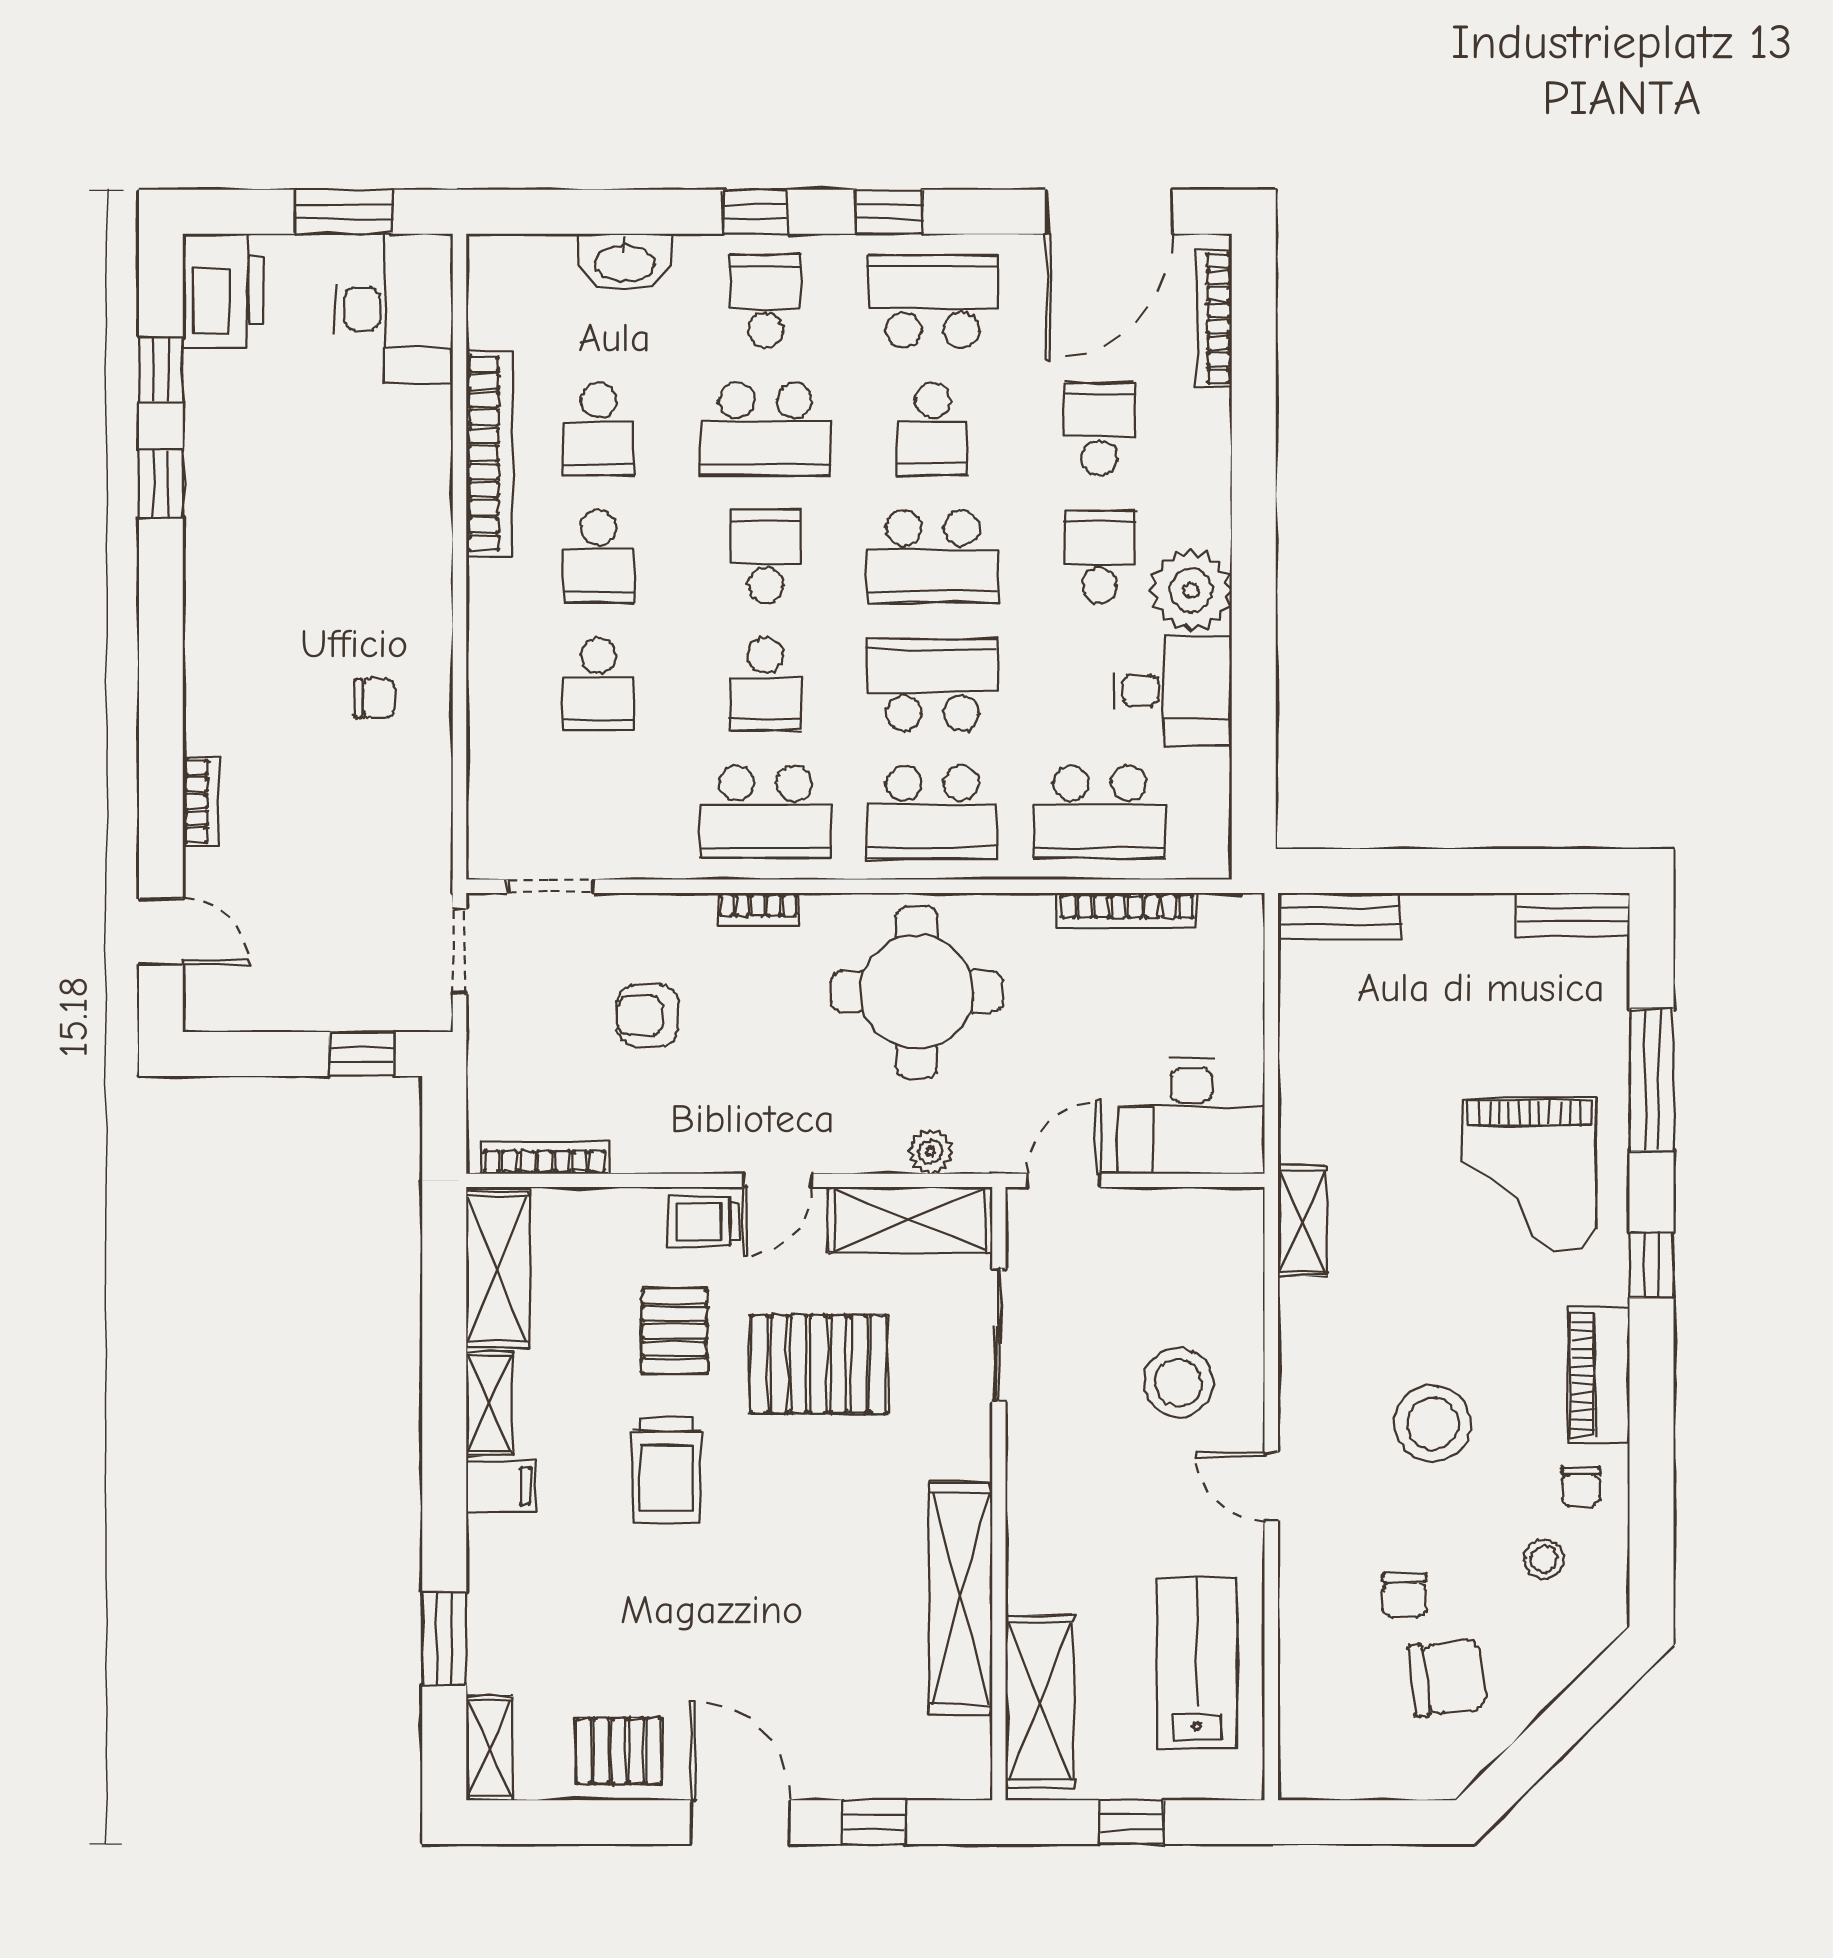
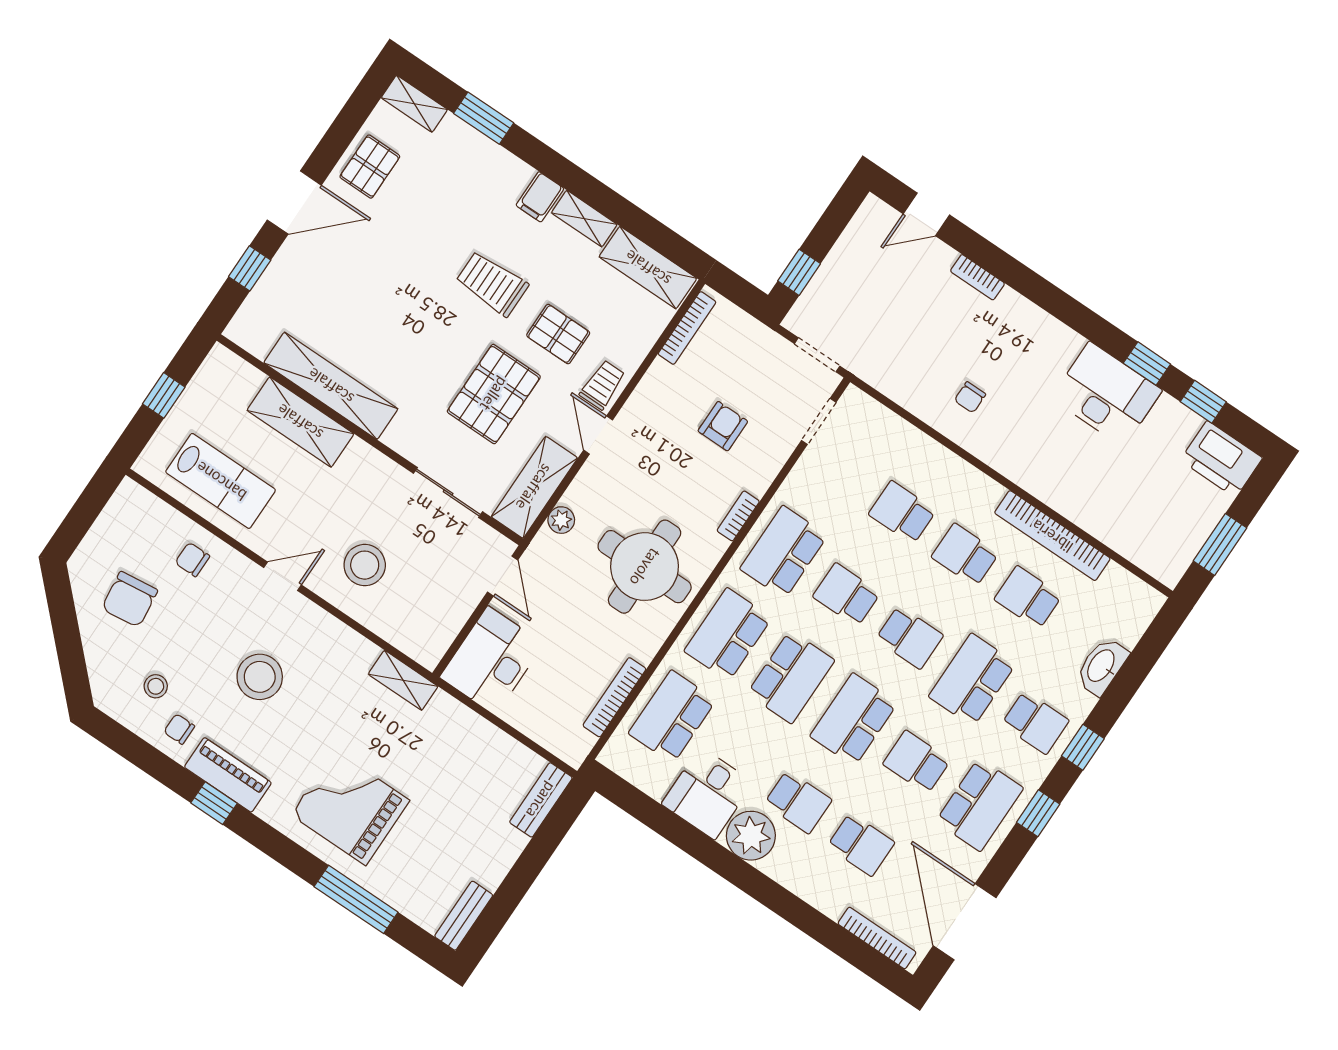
desk: (394, 308) -> (1107, 394), moved, turned 180
window: (1651, 1265) -> (214, 803), moved
chair: (1404, 1595) -> (192, 559), moved
shelving: (1040, 1702) -> (300, 422), moved

